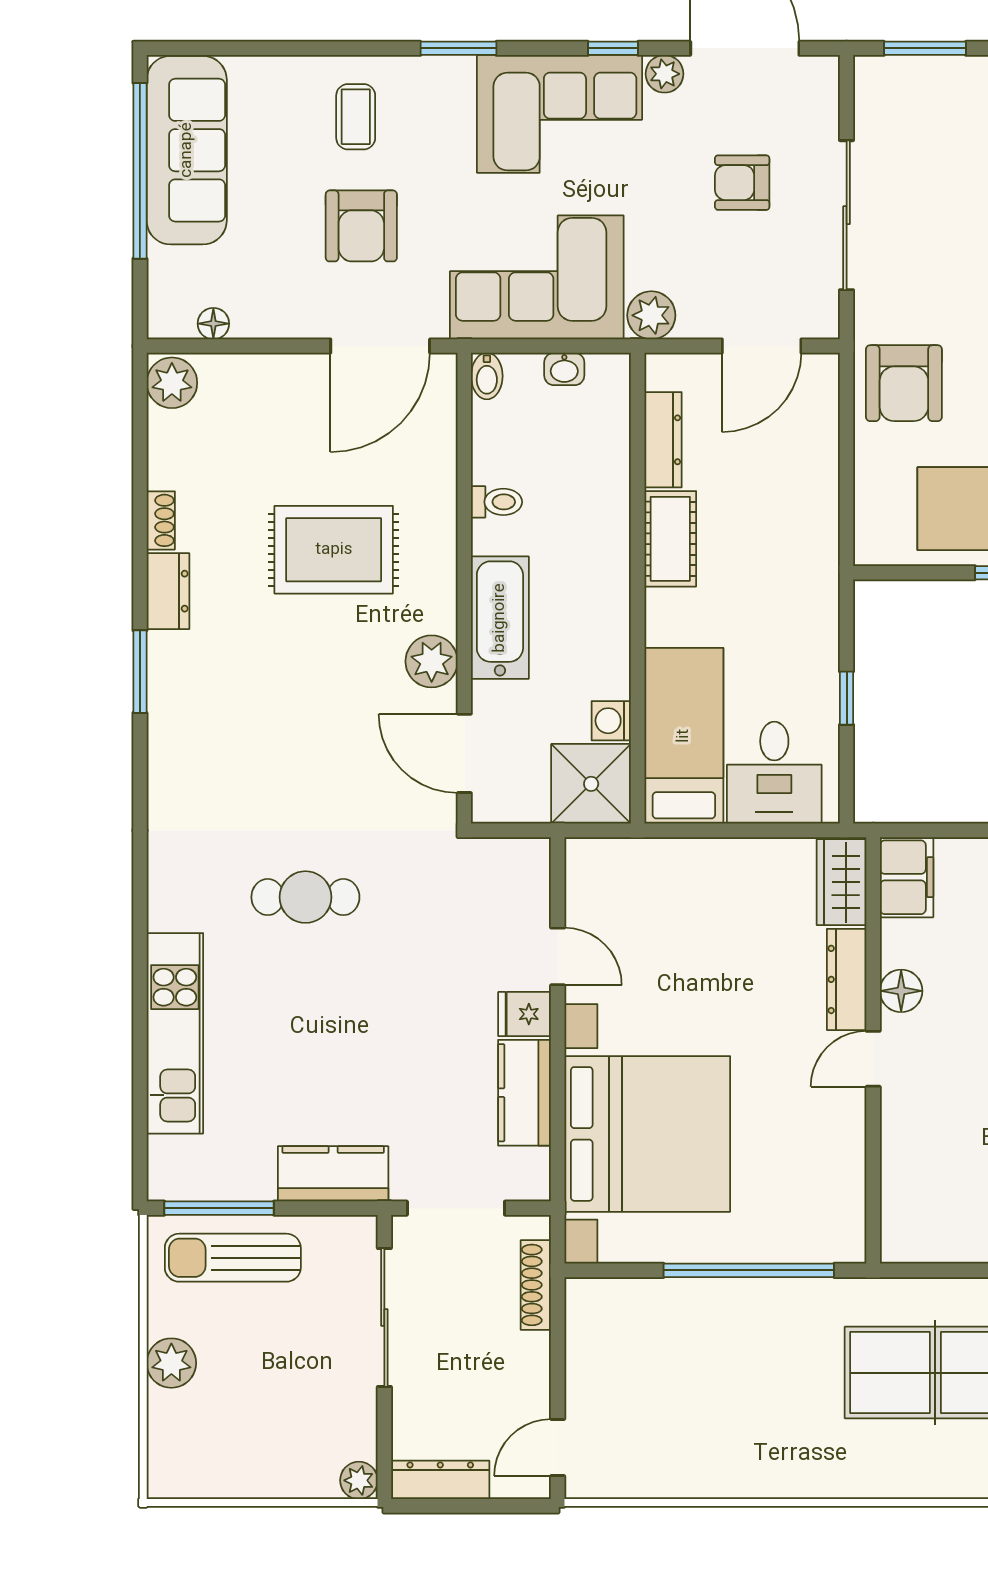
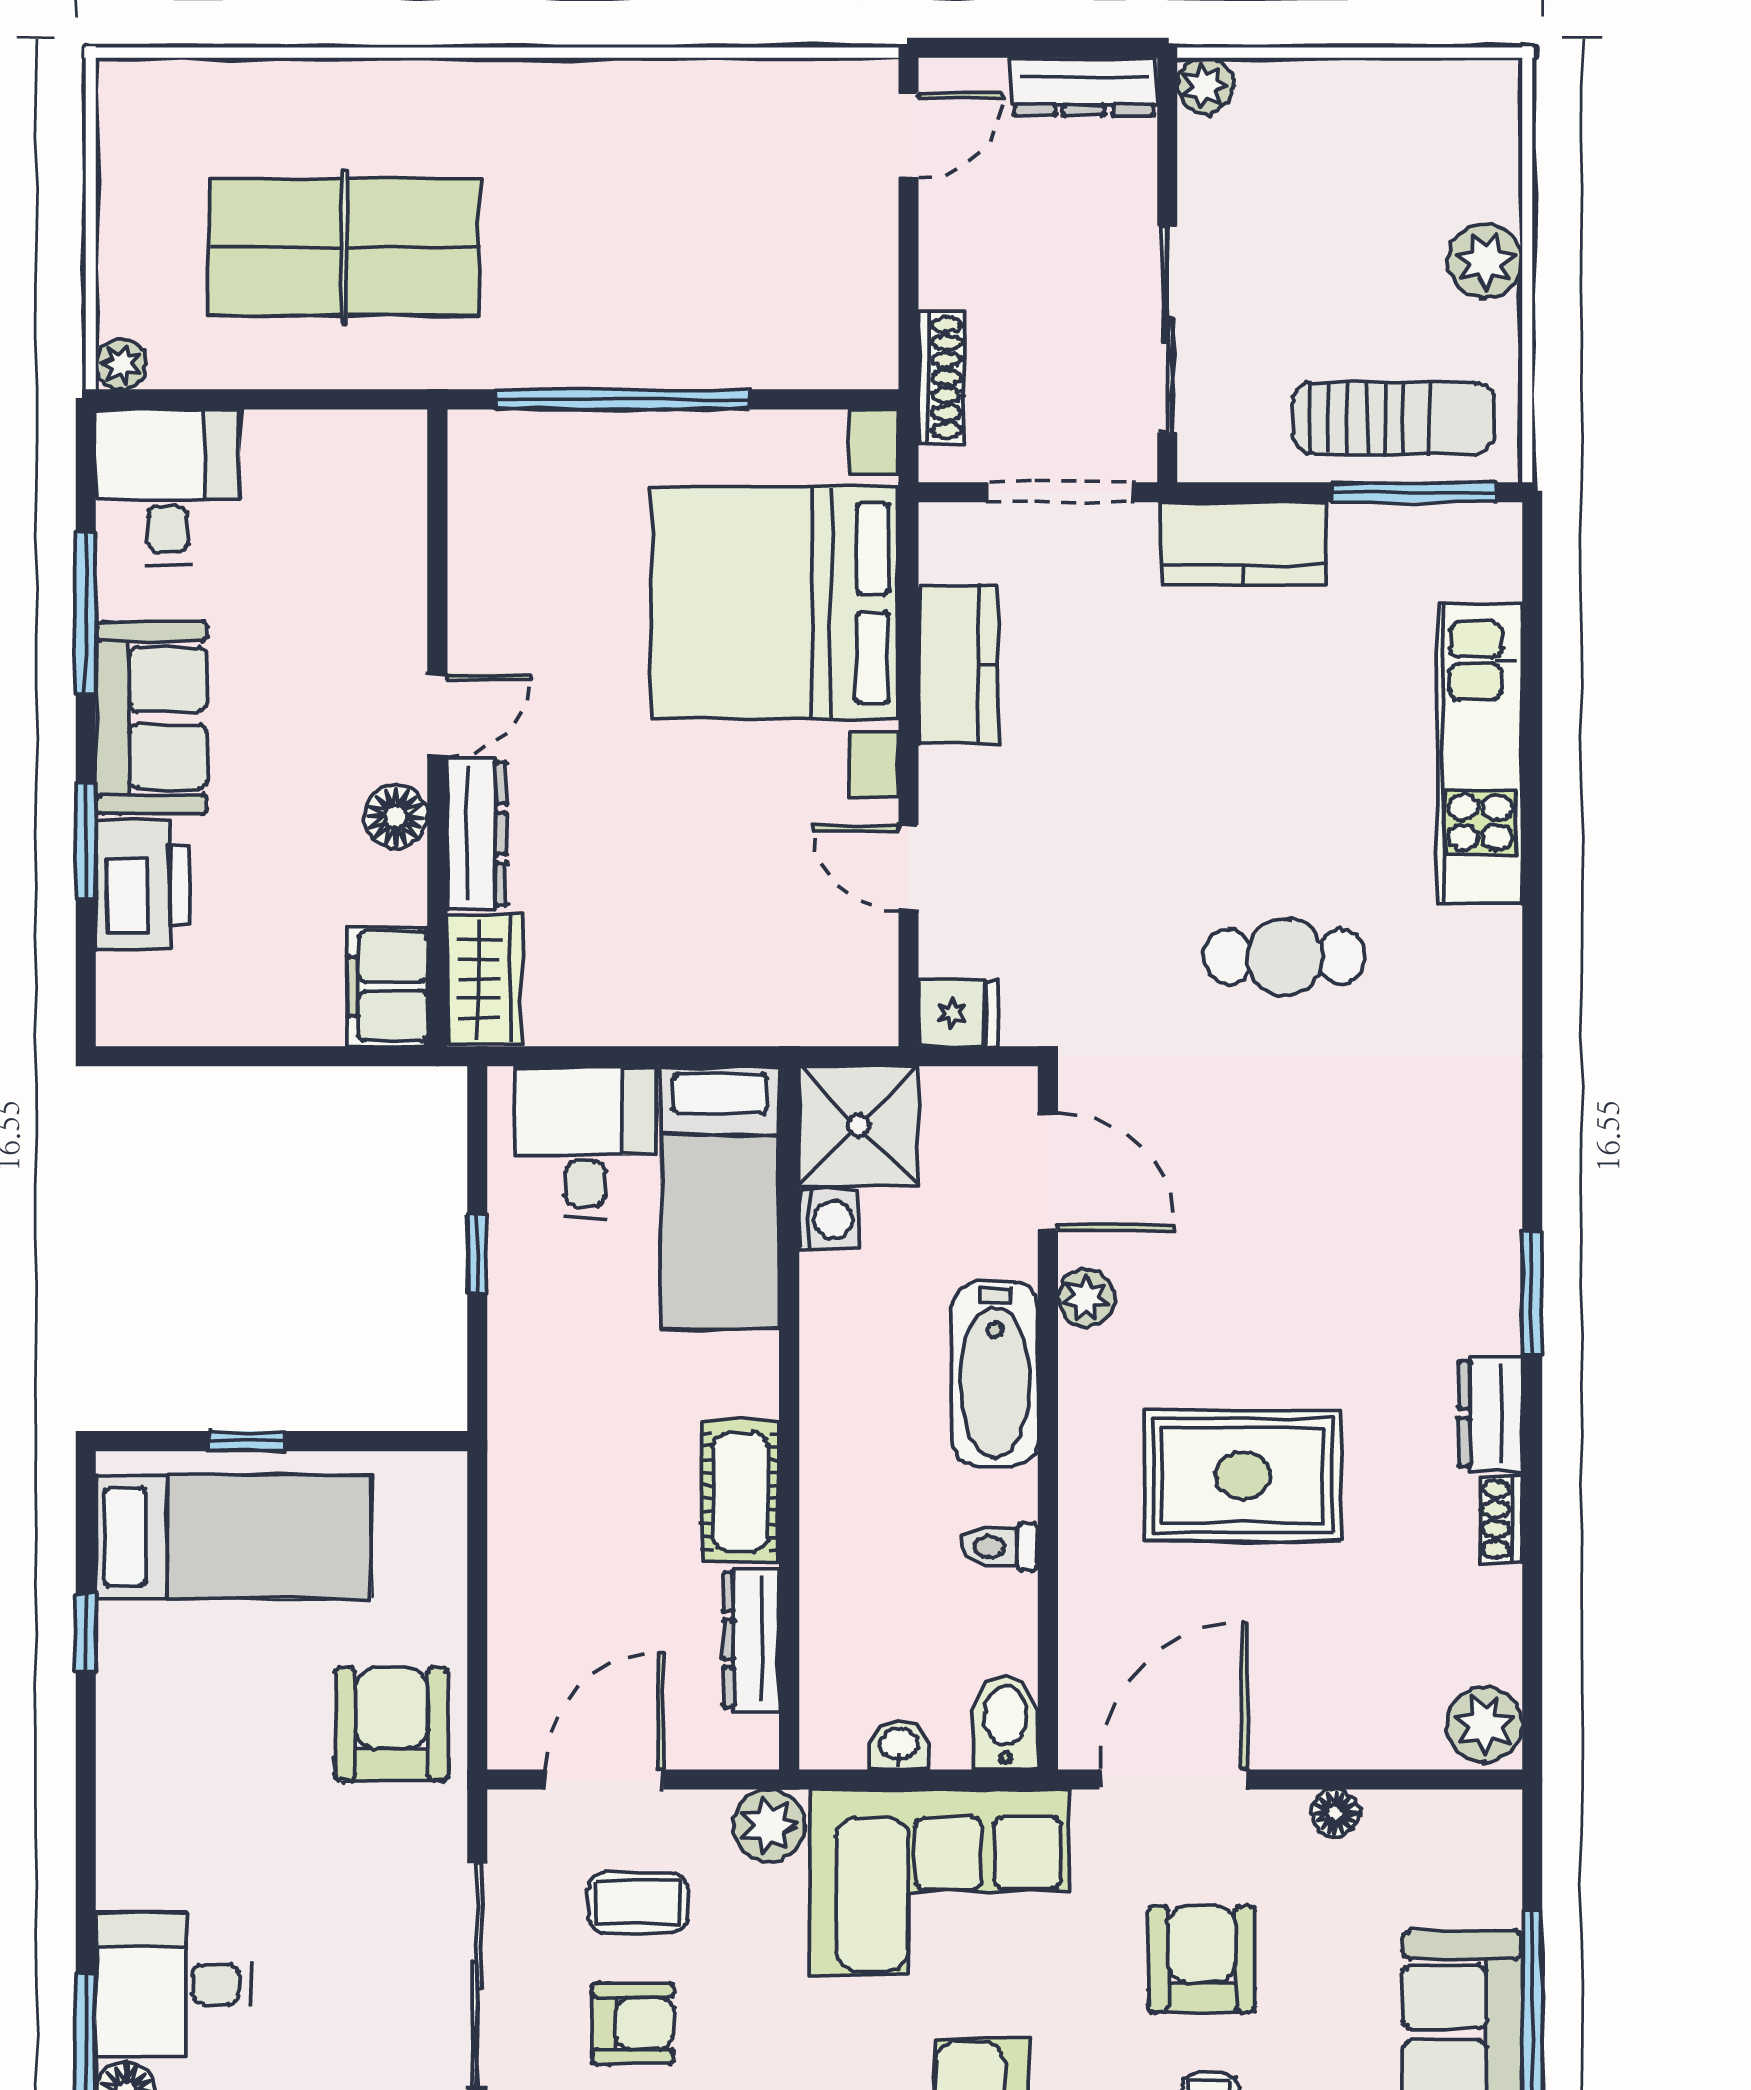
coffee table: (739, 264) -> (638, 1903), added
floor lamp: (213, 324) -> (1335, 1813), moved
bidet: (487, 376) -> (1005, 1722), width x1.38, depth x1.36
plant: (432, 661) -> (1086, 1298), width x0.73, depth x0.73
fridge: (525, 1014) -> (958, 1013), moved

